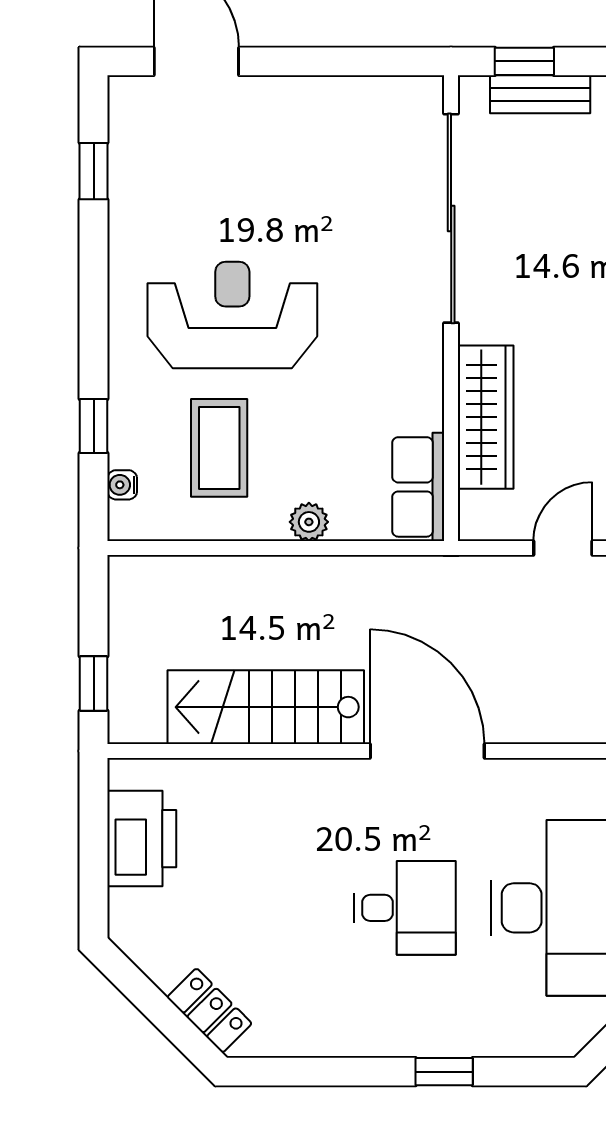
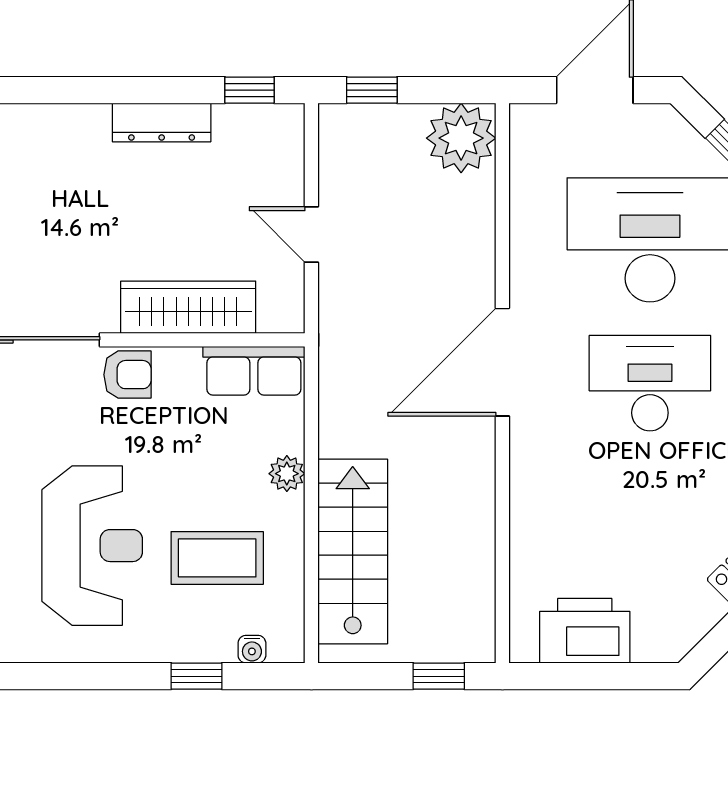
reception desk: (232, 315) -> (92, 546), turned 180
armchair: (414, 353) -> (127, 375), added
stairs: (266, 707) -> (353, 551), moved, turned 180
desk: (405, 908) -> (650, 383), width x1.37

